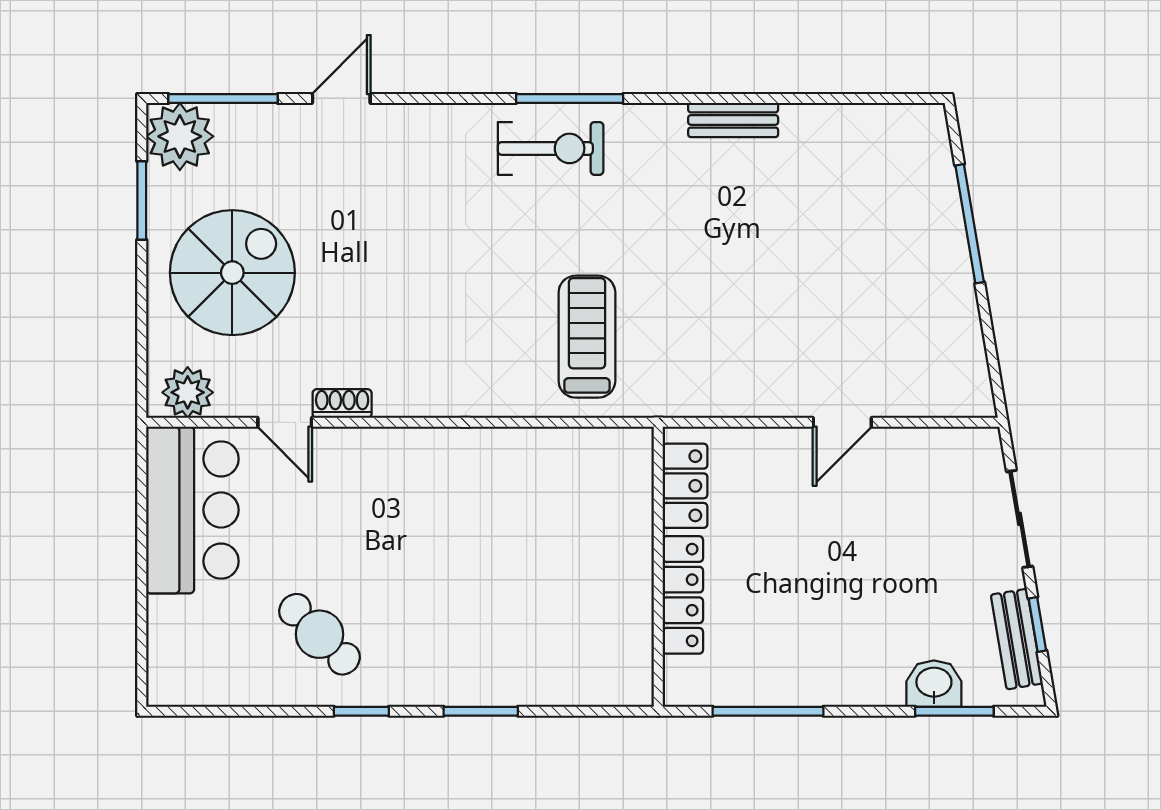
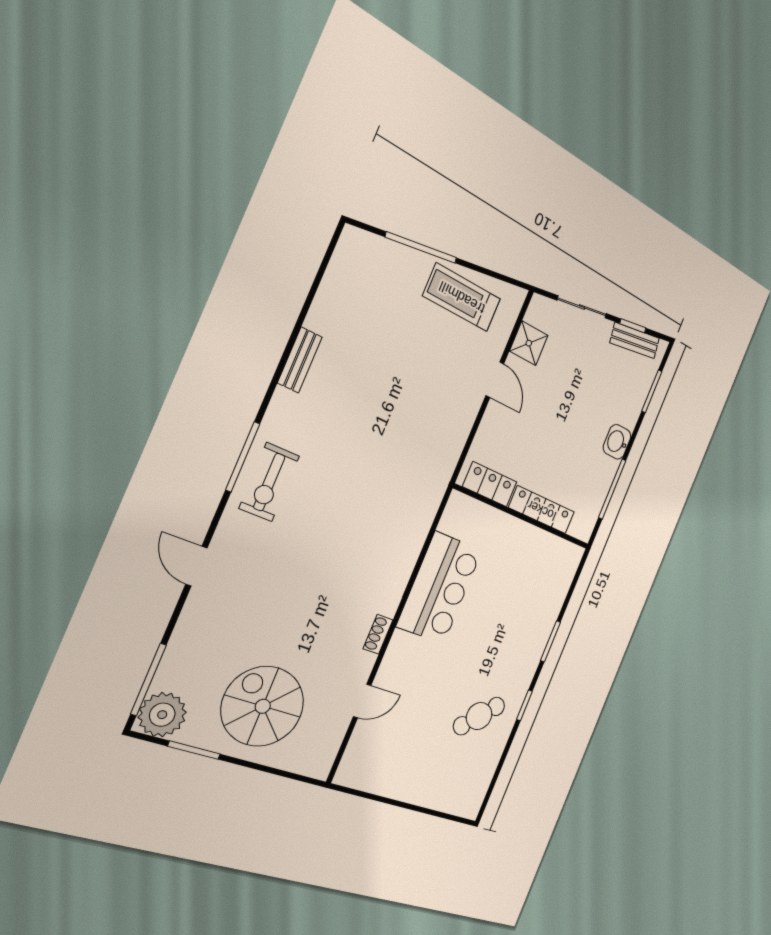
door: (341, 98) -> (196, 566), moved
exercise bike: (551, 148) -> (269, 482), turned 180
treadmill: (587, 337) -> (462, 297), moved
plant: (188, 392) -> (322, 753), removed
shoe rack: (342, 404) -> (378, 634), moved
shower: (922, 454) -> (529, 343), added
bar counter: (192, 510) -> (439, 588), moved, turned 90
washbasin: (934, 684) -> (617, 442), moved

